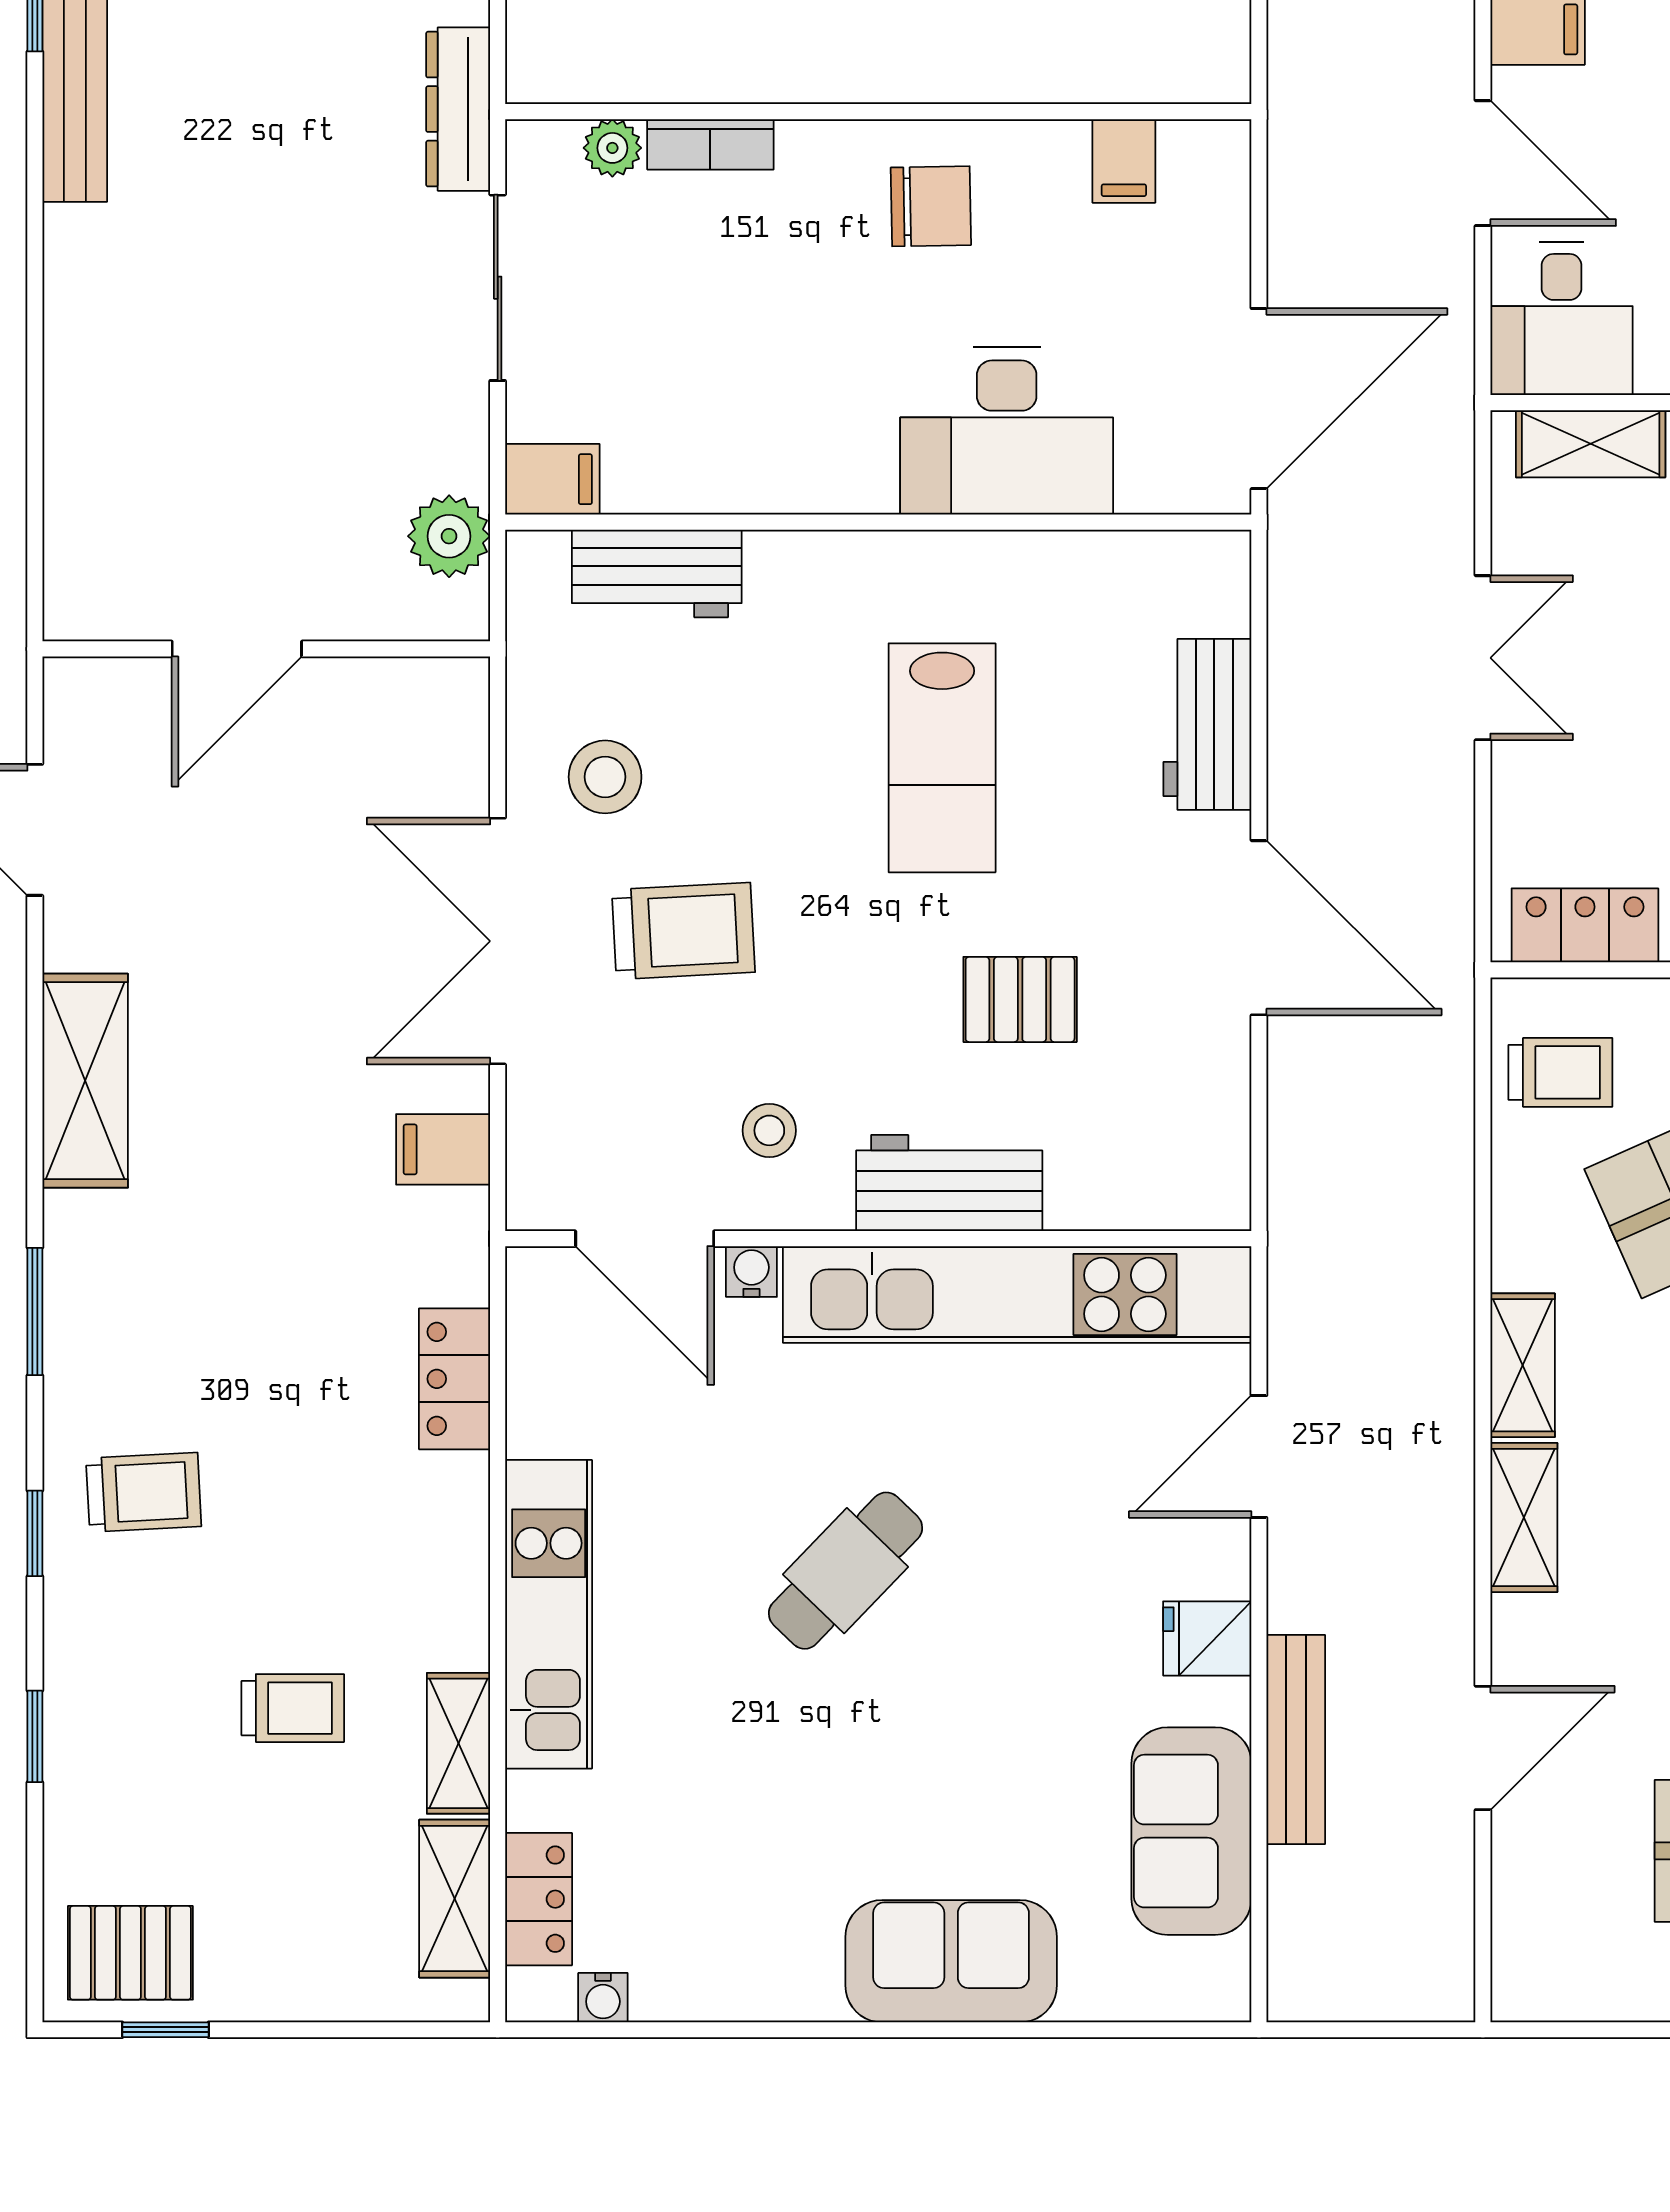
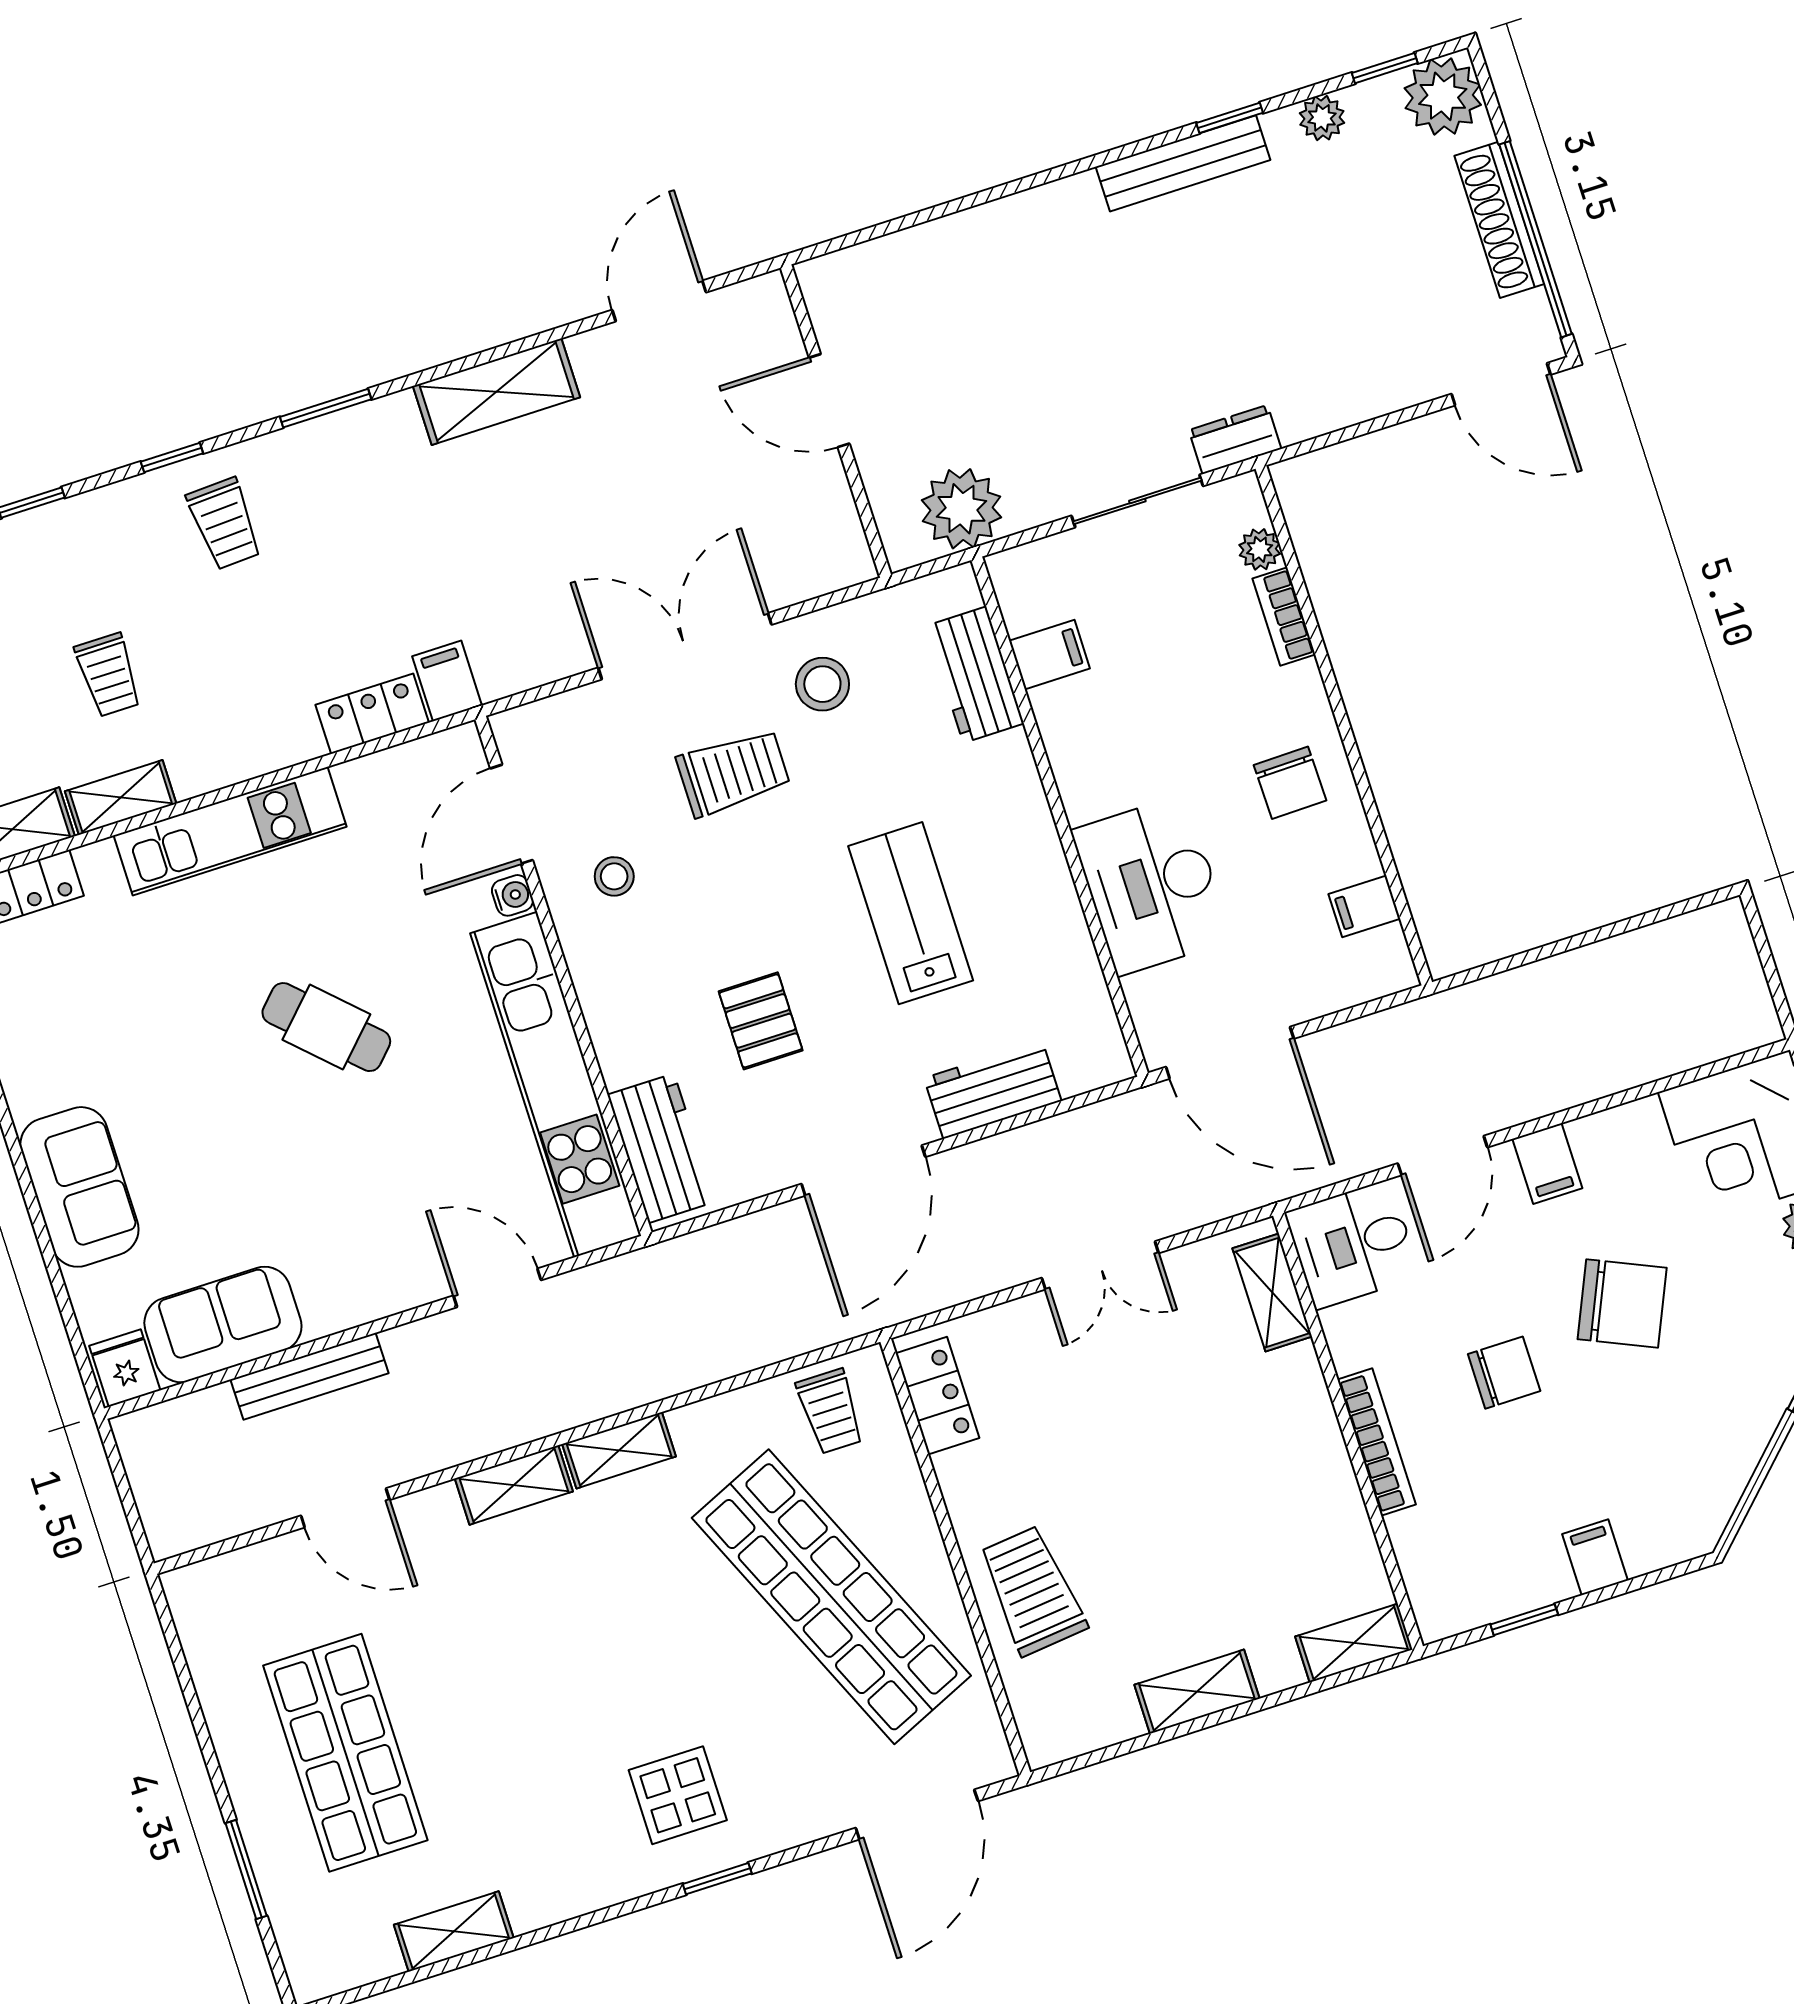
dresser: (458, 109) -> (1235, 439), width x0.70
filing cabinet: (552, 479) -> (1049, 655), moved, turned -90
plant: (449, 536) -> (961, 509), width x1.36, depth x1.36
lab bench: (942, 758) -> (911, 913), turned 90
trolley: (683, 931) -> (733, 773), turned -87
filing cabinet: (443, 1149) -> (447, 681), moved
workbench: (949, 1183) -> (661, 1148), moved
fridge: (1207, 1638) -> (125, 1368), moved

